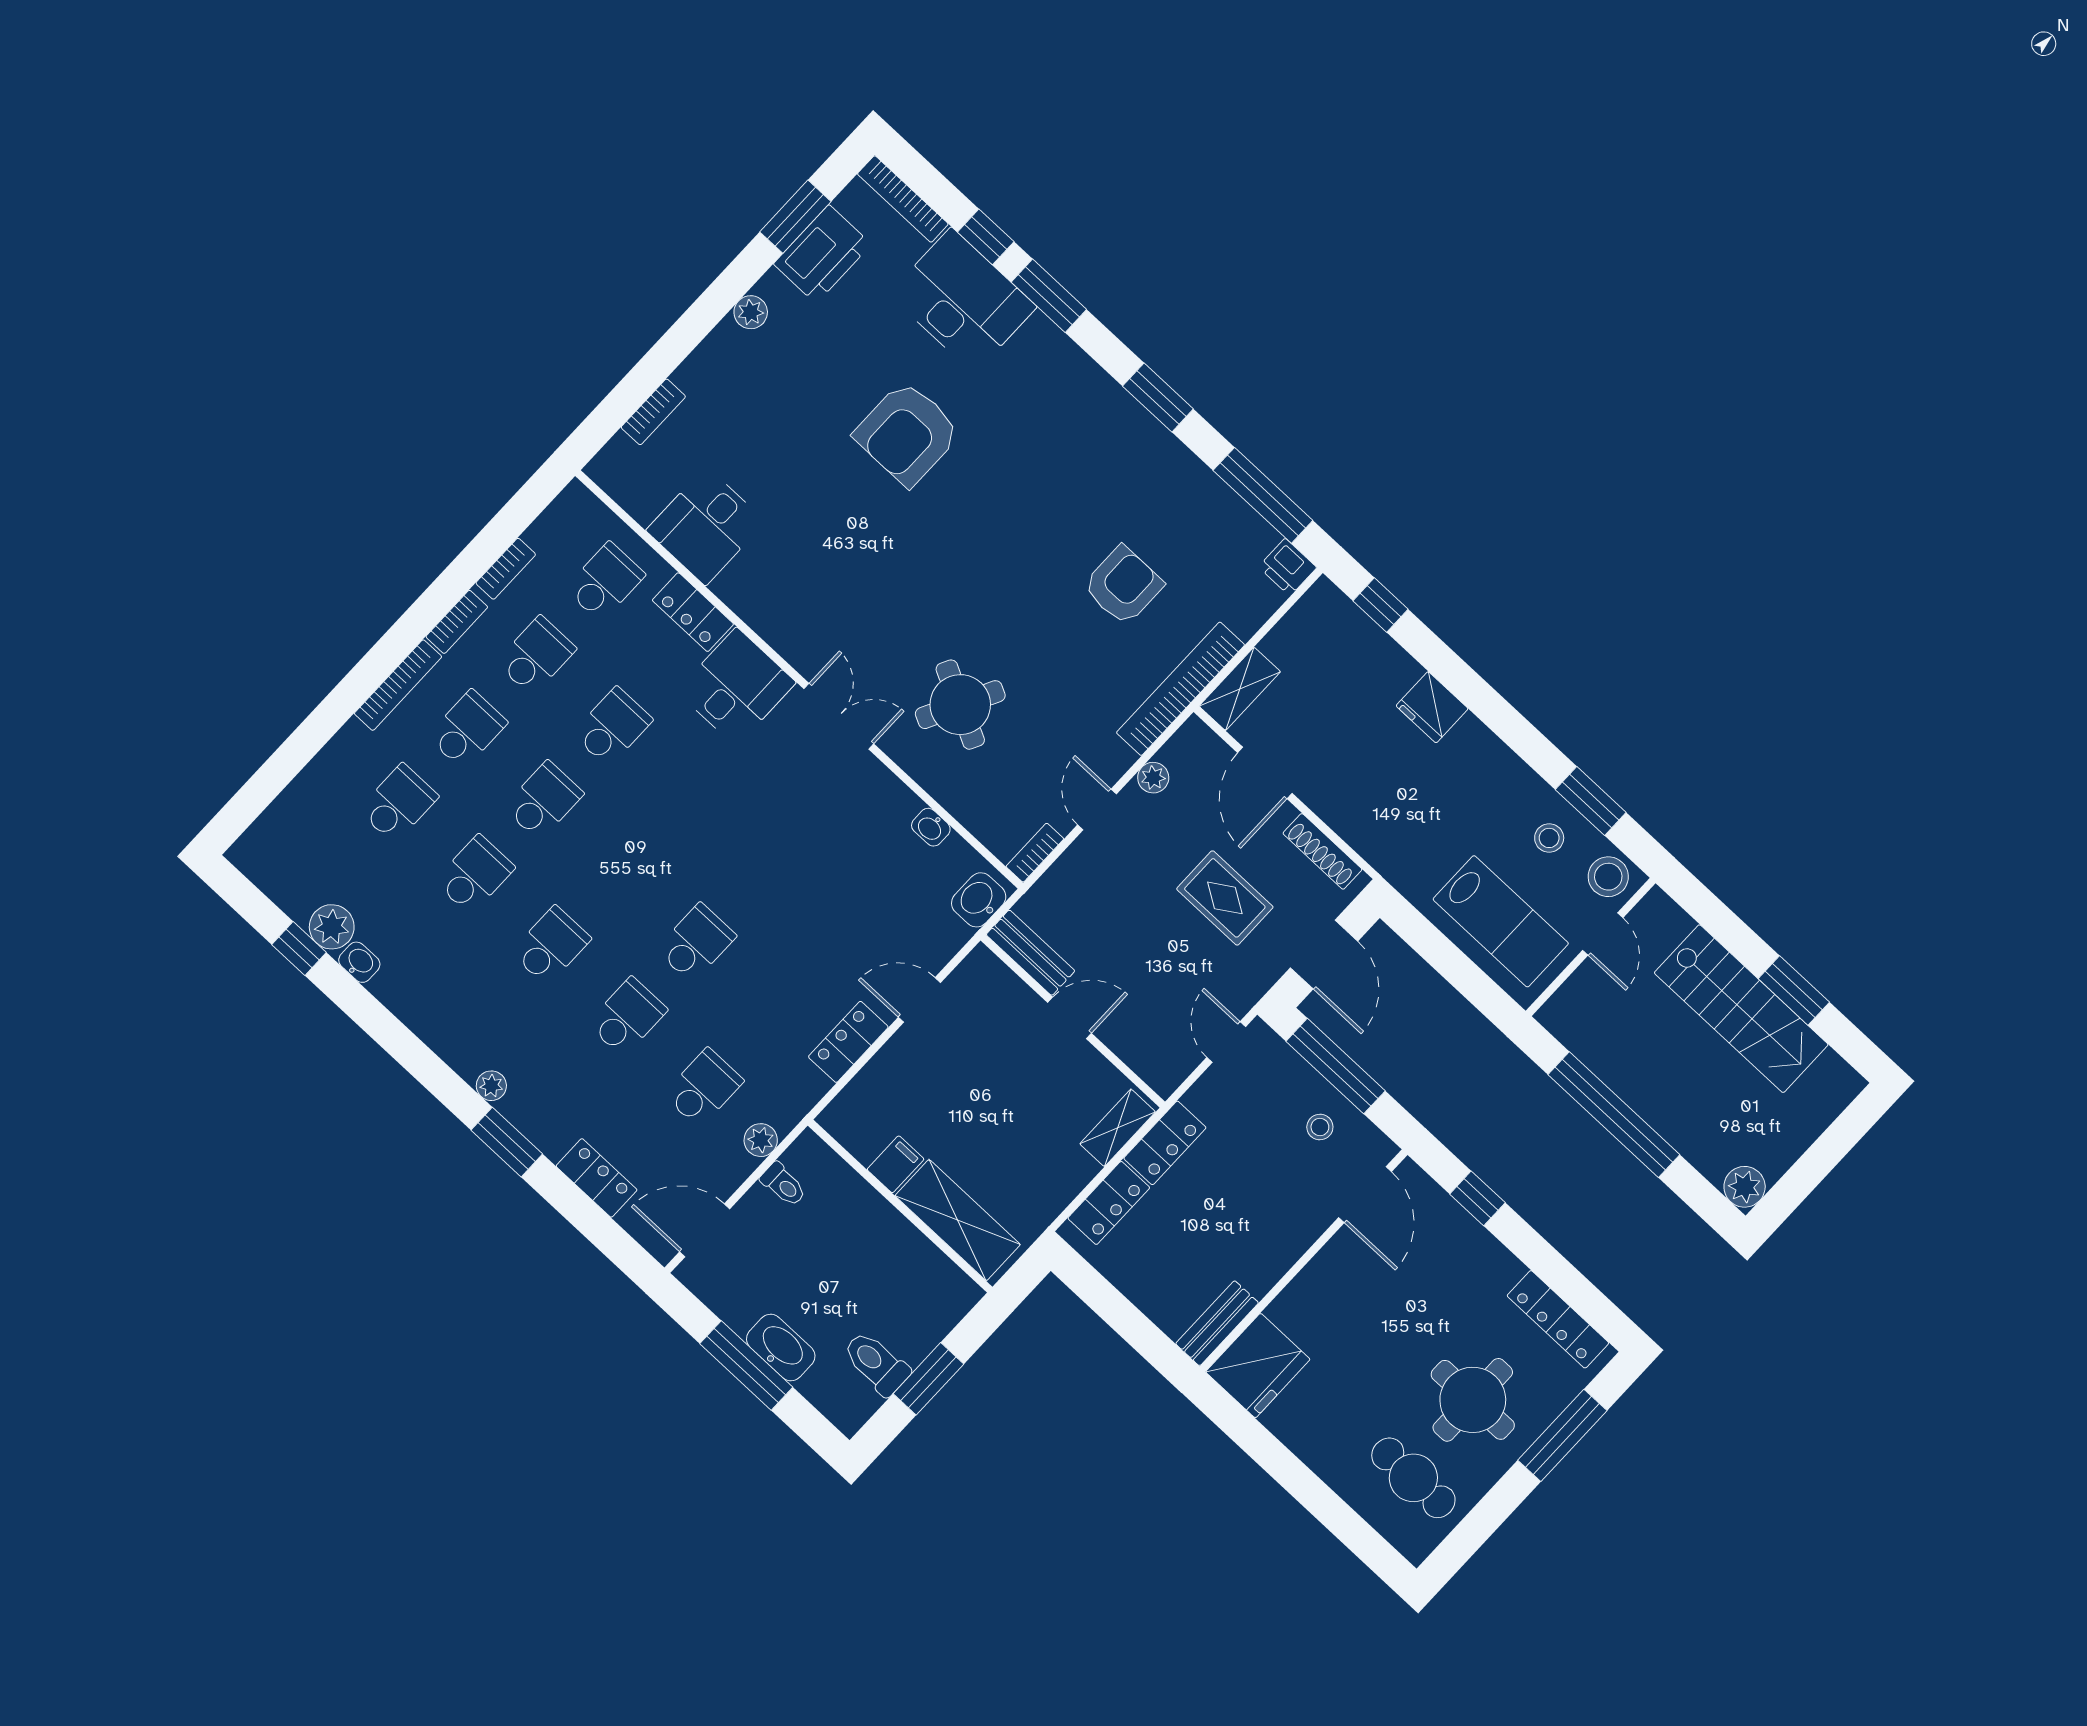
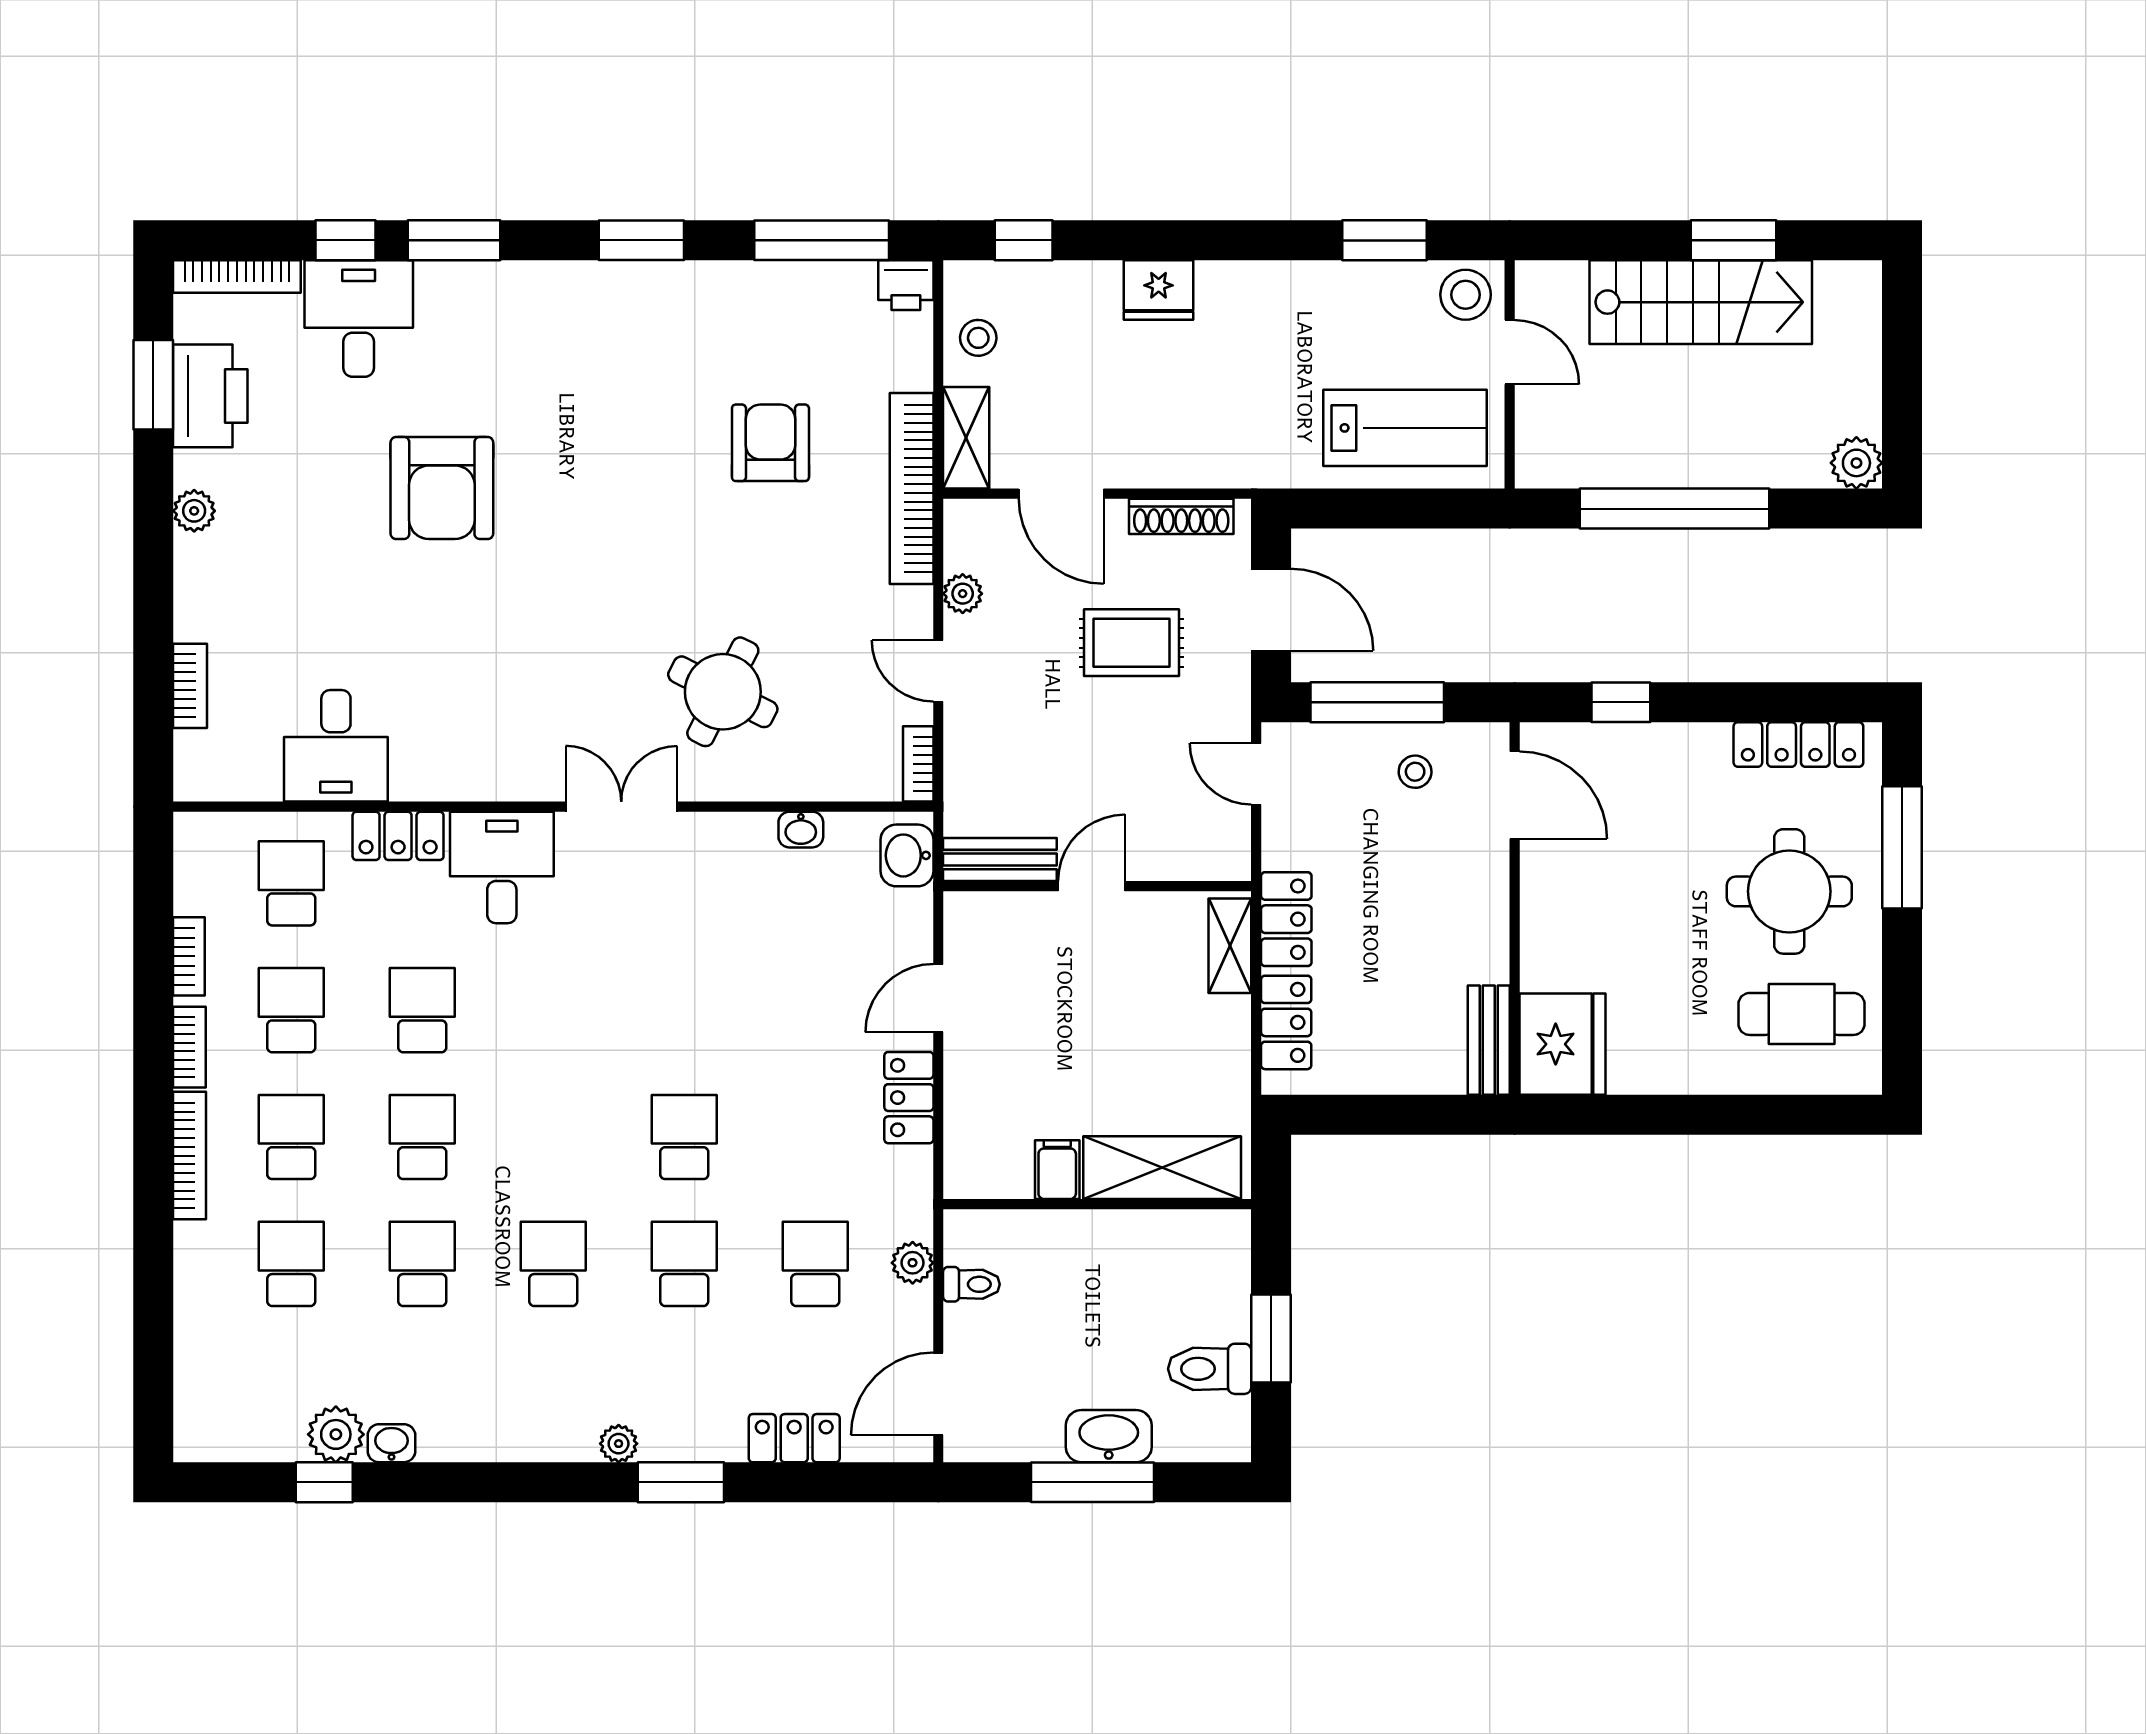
desk: (963, 301) -> (359, 319), width x0.73
stool: (1549, 838) -> (978, 338), moved

